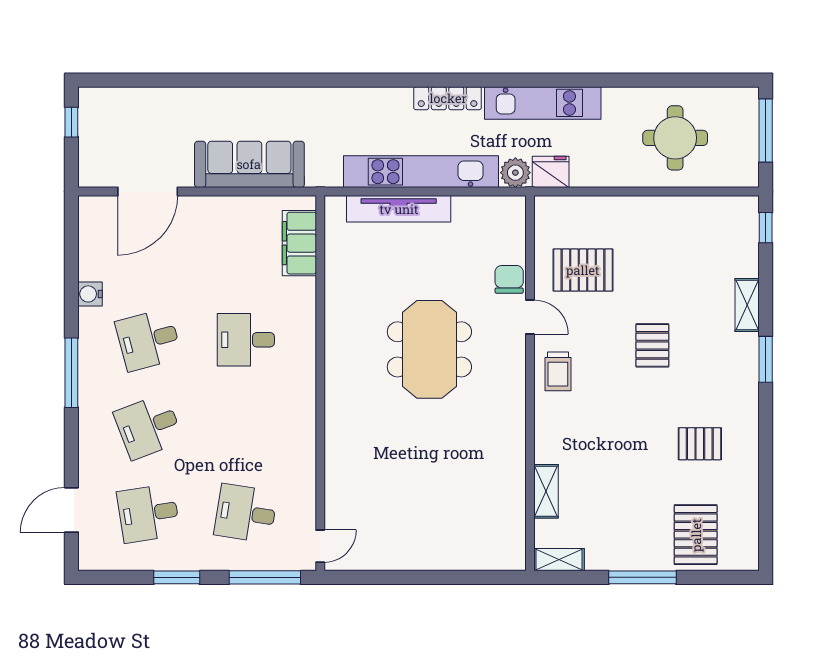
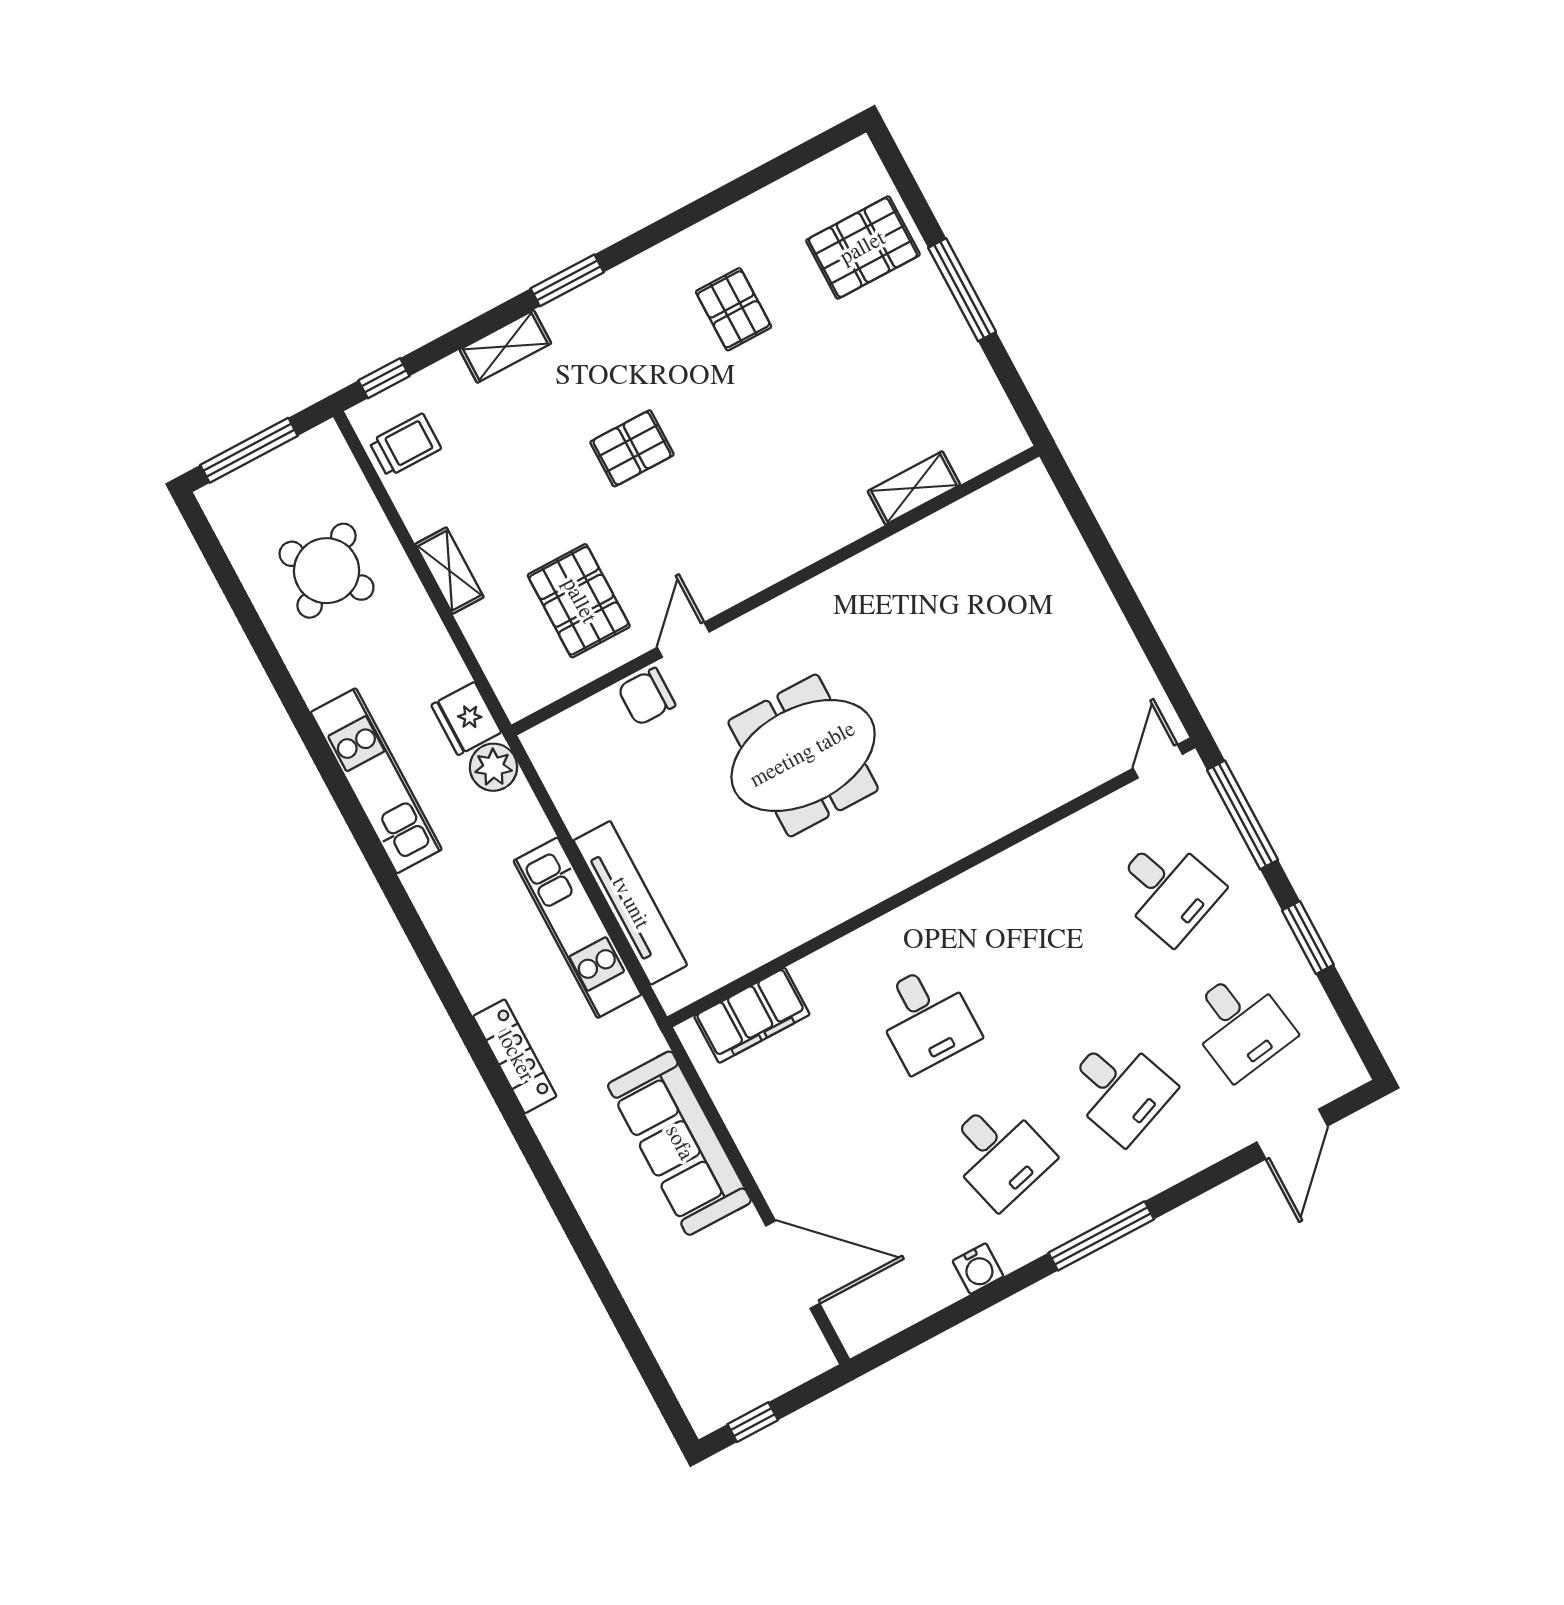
locker: (448, 98) -> (515, 1056), moved
round table: (675, 138) -> (327, 571), turned -36
kitchen unit: (421, 172) -> (577, 928), width x0.73
trolley: (558, 371) -> (405, 445), moved
door: (71, 510) -> (1292, 1134), hinge flipped
desk: (246, 513) -> (1167, 889), turned -30
door: (320, 546) -> (1158, 761), hinge flipped
shelving: (559, 560) -> (449, 571), moved

